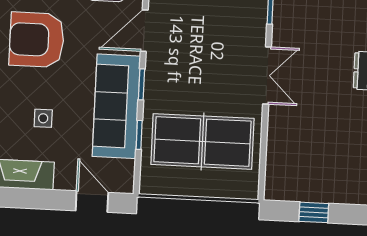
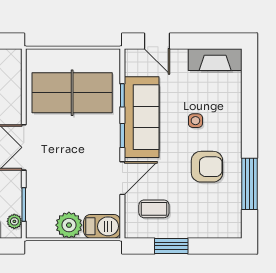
armchair: (37, 40) -> (207, 167), width x0.73, depth x0.73
side table: (43, 118) -> (195, 121), moved

